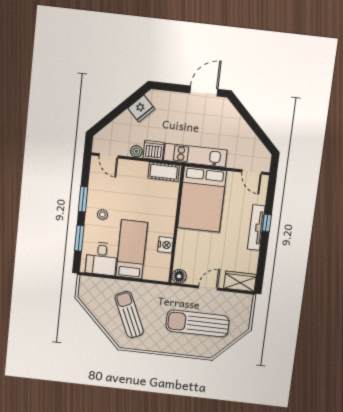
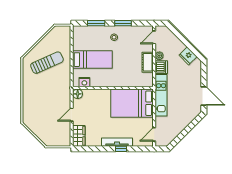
cot: (164, 172) -> (148, 62), moved
nightstand: (165, 245) -> (84, 82), moved
desk: (101, 259) -> (84, 40), removed
door: (208, 288) -> (72, 115), swing flipped
sun lounger: (197, 323) -> (46, 110), removed

